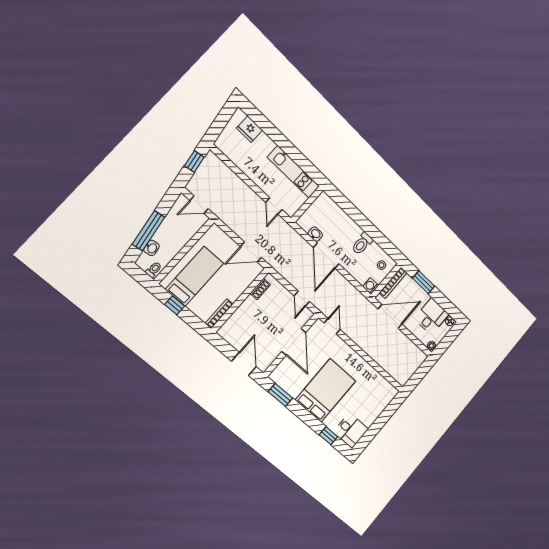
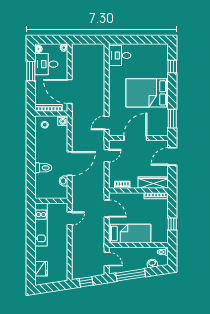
window: (149, 231) -> (131, 275), moved
toilet: (362, 244) -> (43, 168), moved
bed: (195, 276) -> (130, 233), moved, turned 180
window: (424, 282) -> (31, 71), moved
wardrobe: (235, 322) -> (153, 183), added
desk: (351, 431) -> (120, 55), moved, turned -90

